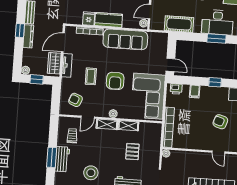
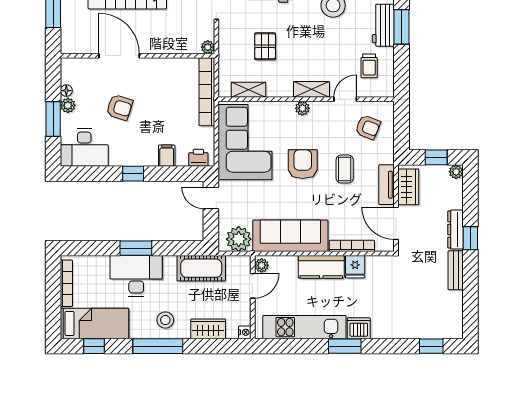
plant: (156, 40) -> (239, 239), added
door: (63, 42) -> (396, 223), swing flipped
shelving: (128, 126) -> (248, 90), moved
door: (218, 152) -> (119, 56), width x1.88

